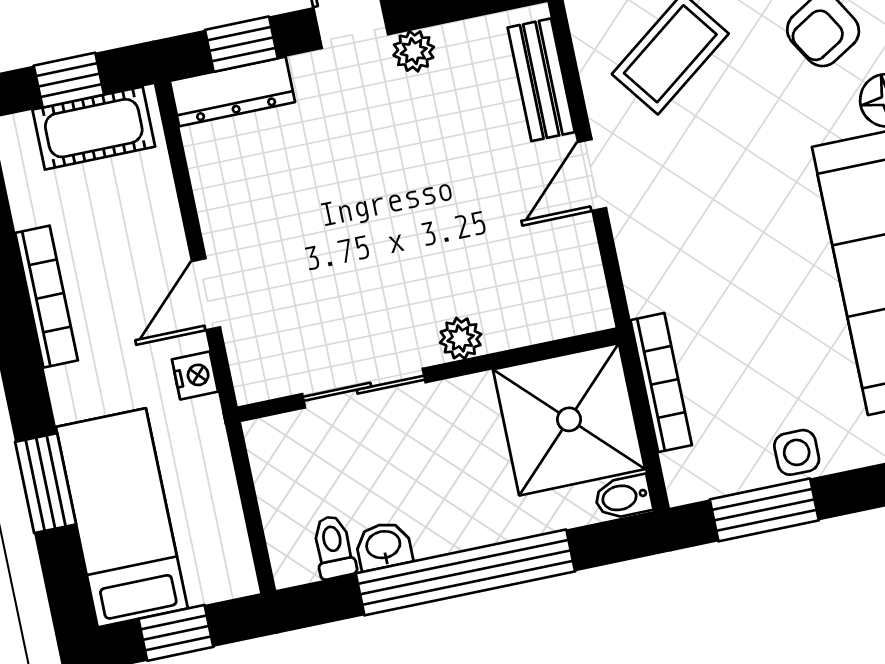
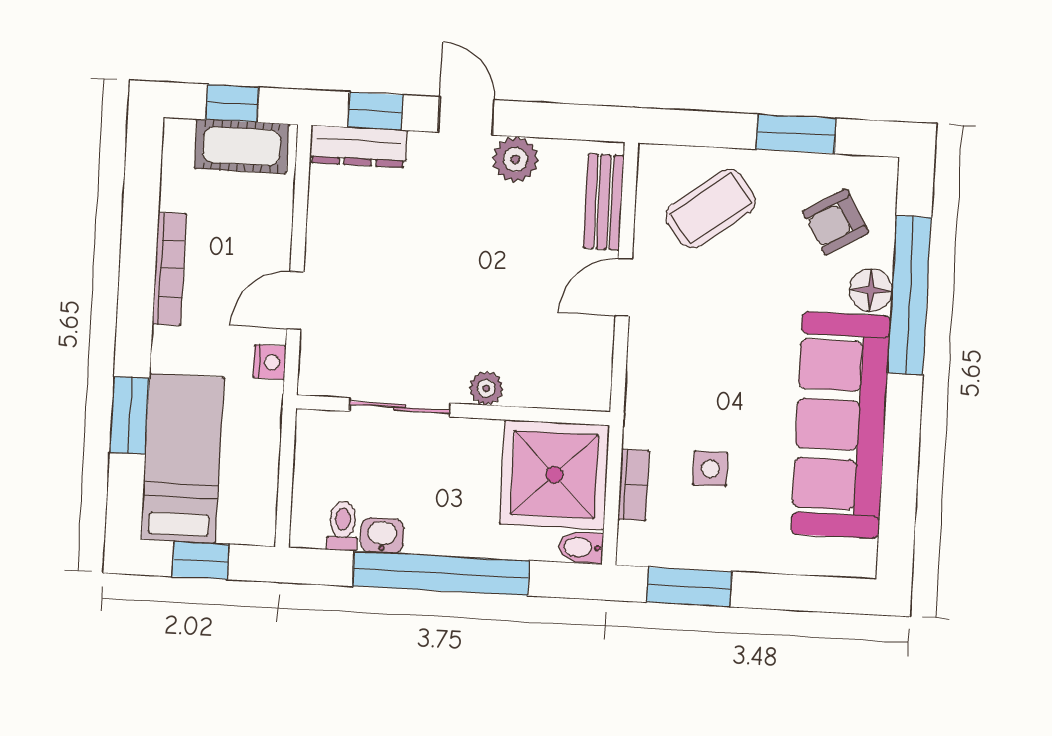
plant: (414, 51) -> (515, 159), width x1.38, depth x1.38
bookcase: (661, 383) -> (634, 485), width x0.64
side table: (797, 452) -> (710, 469), moved

